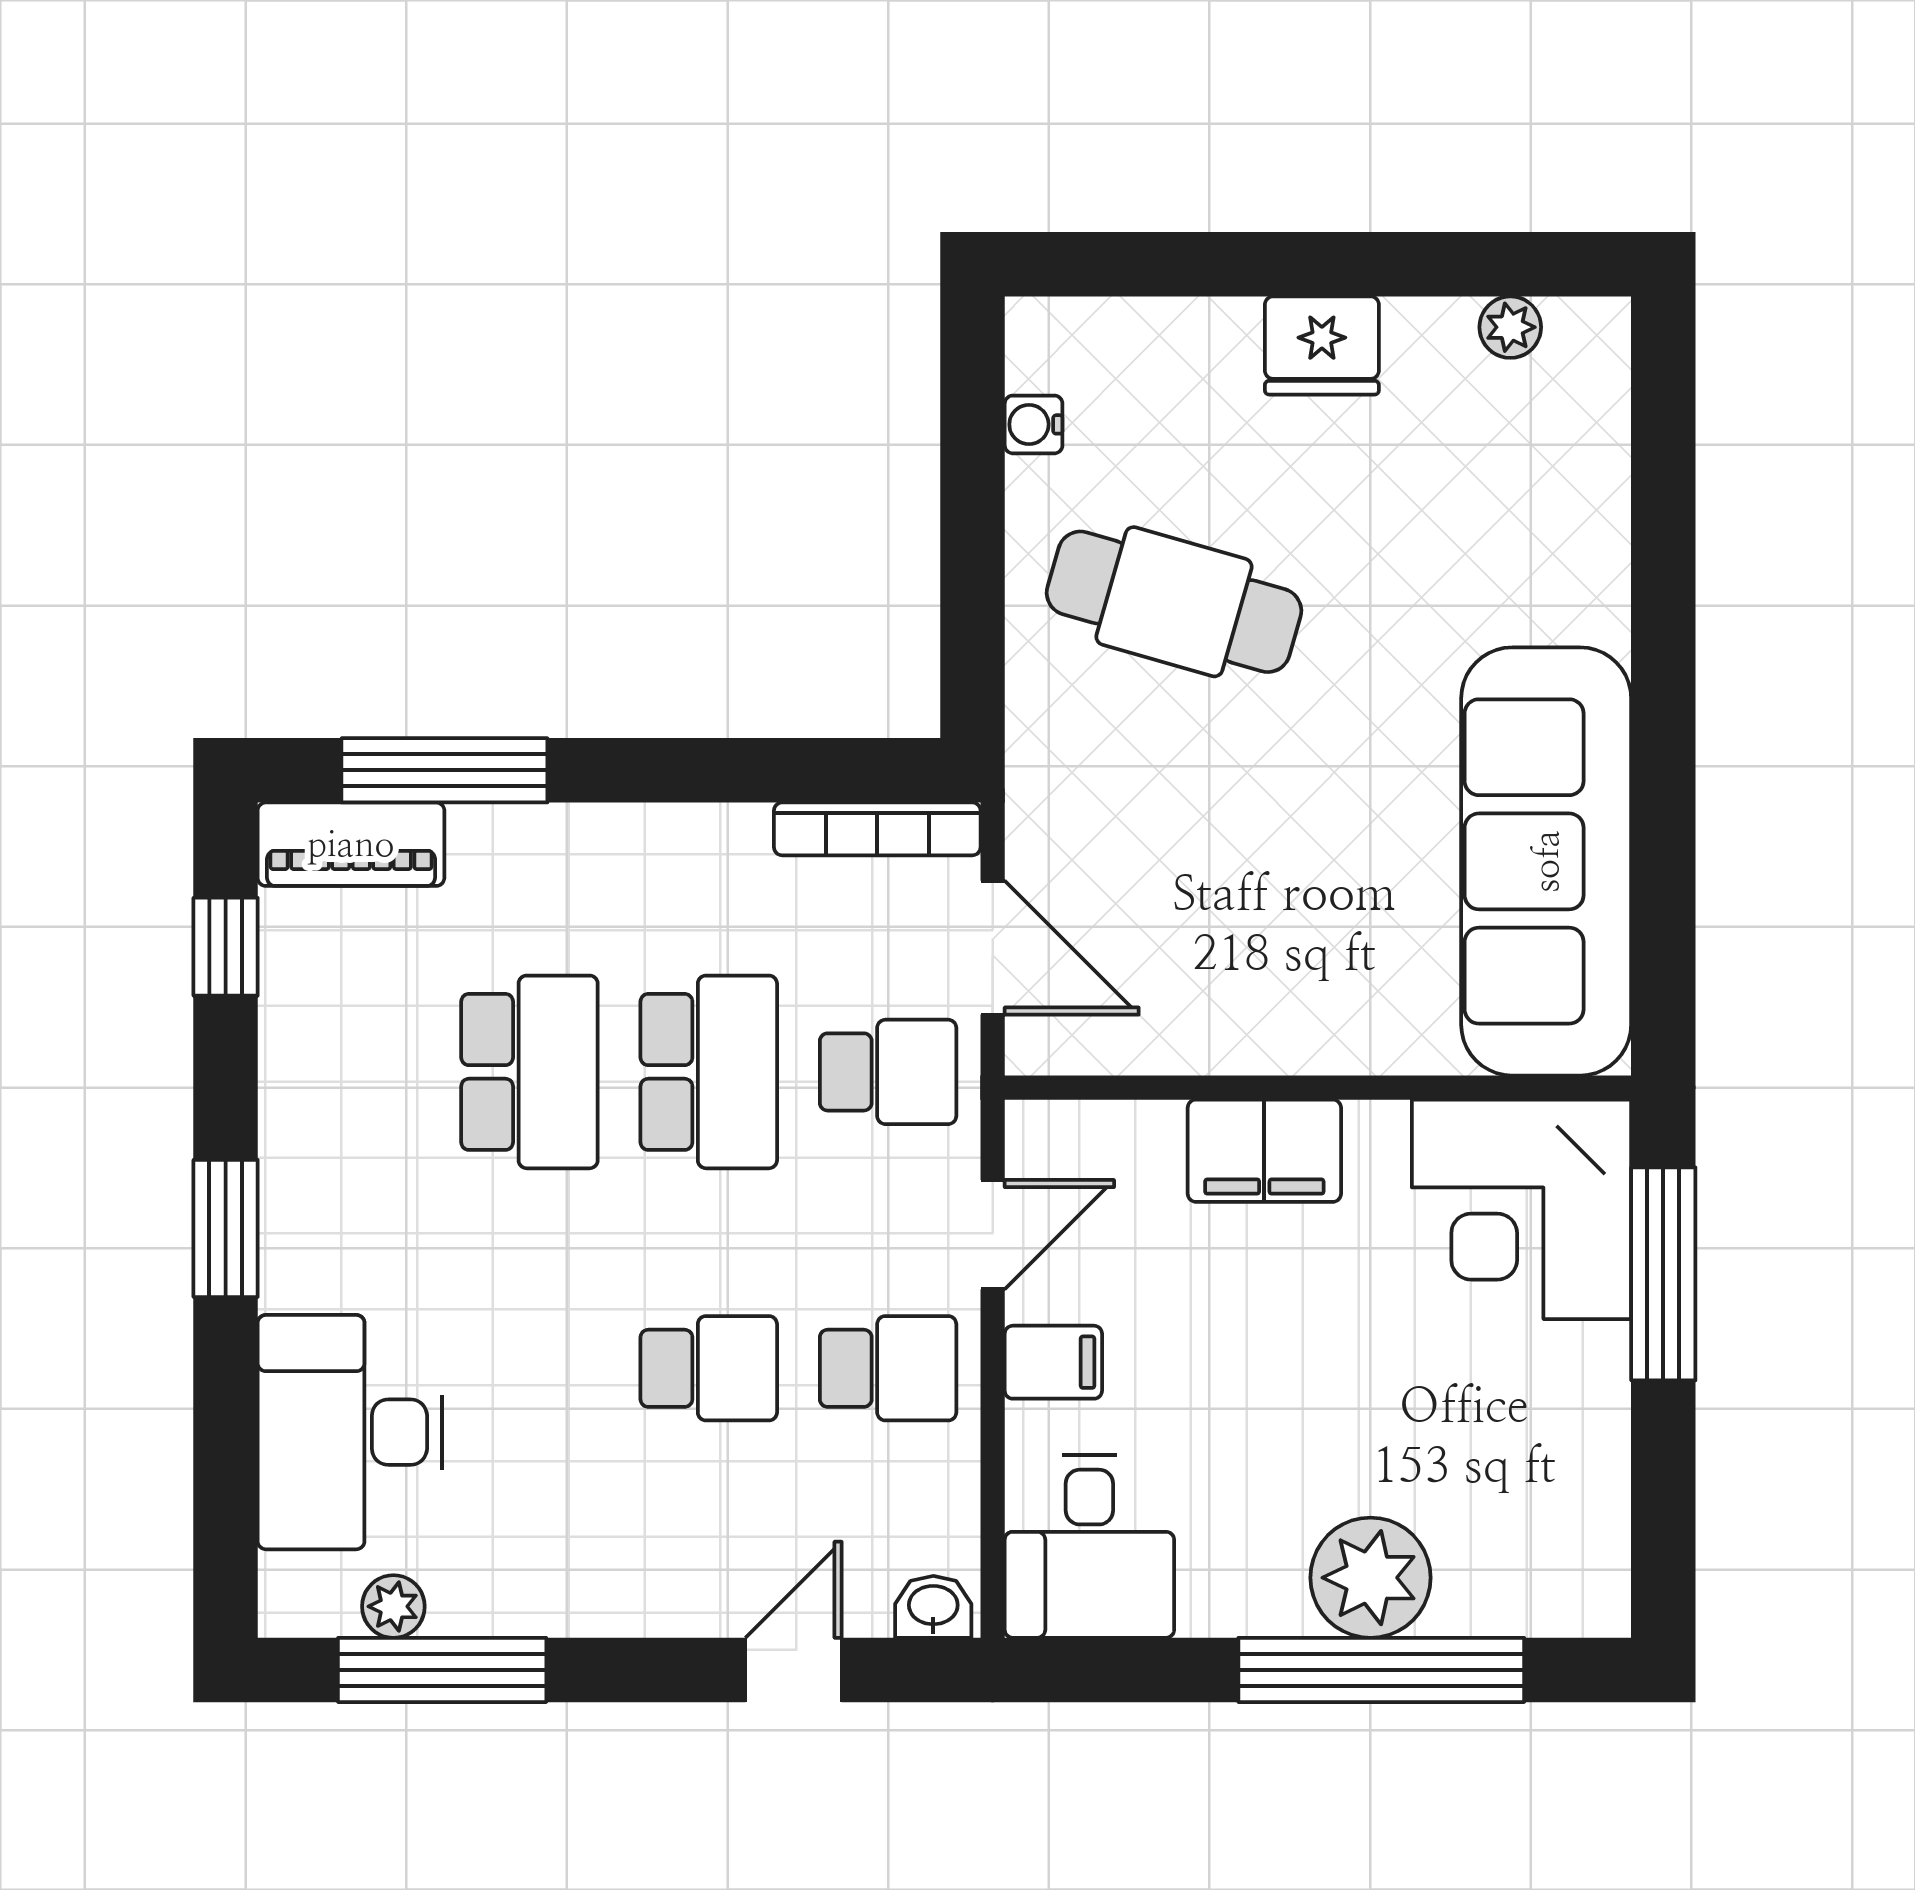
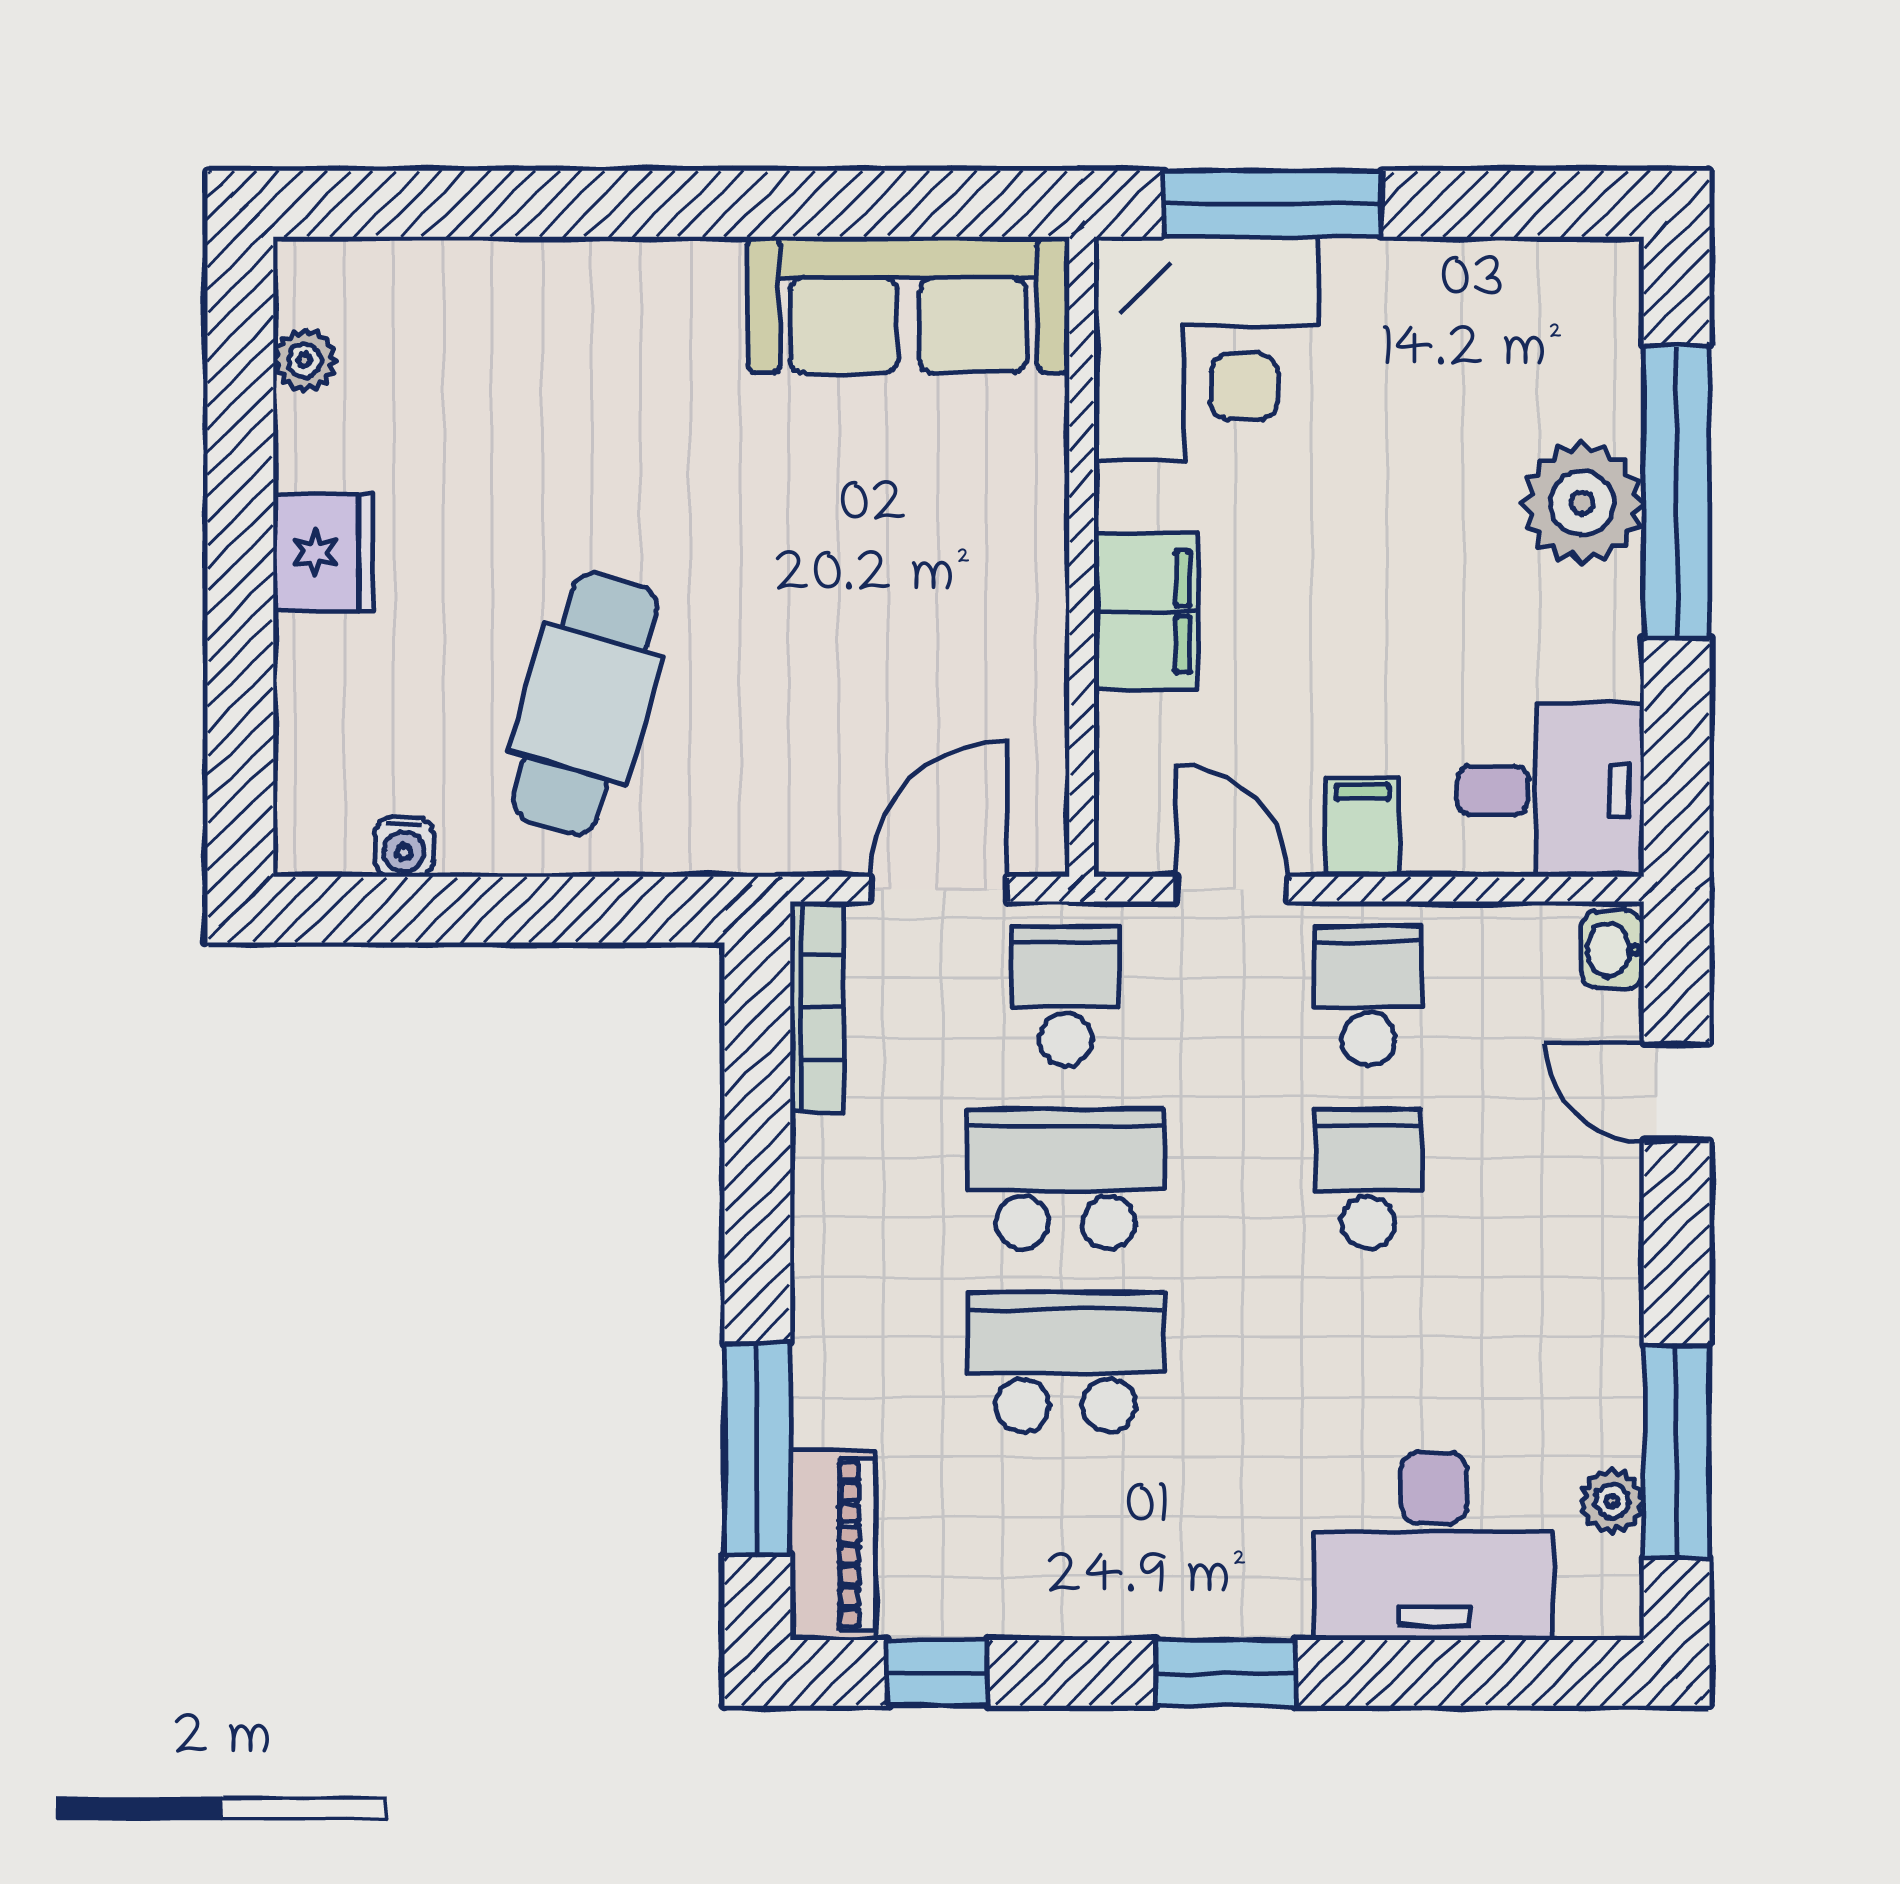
sofa: (1546, 861) -> (908, 305), width x0.74, depth x0.79

